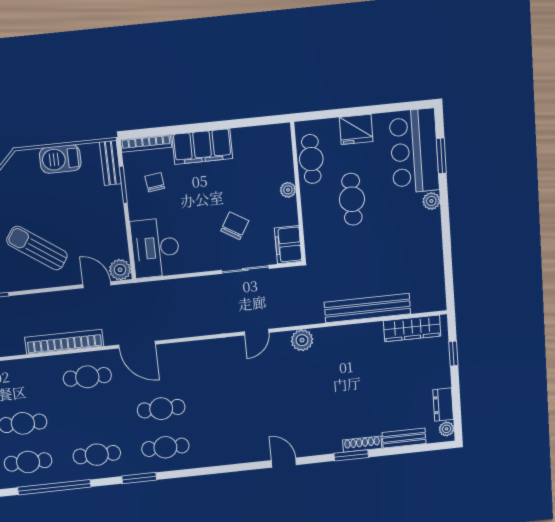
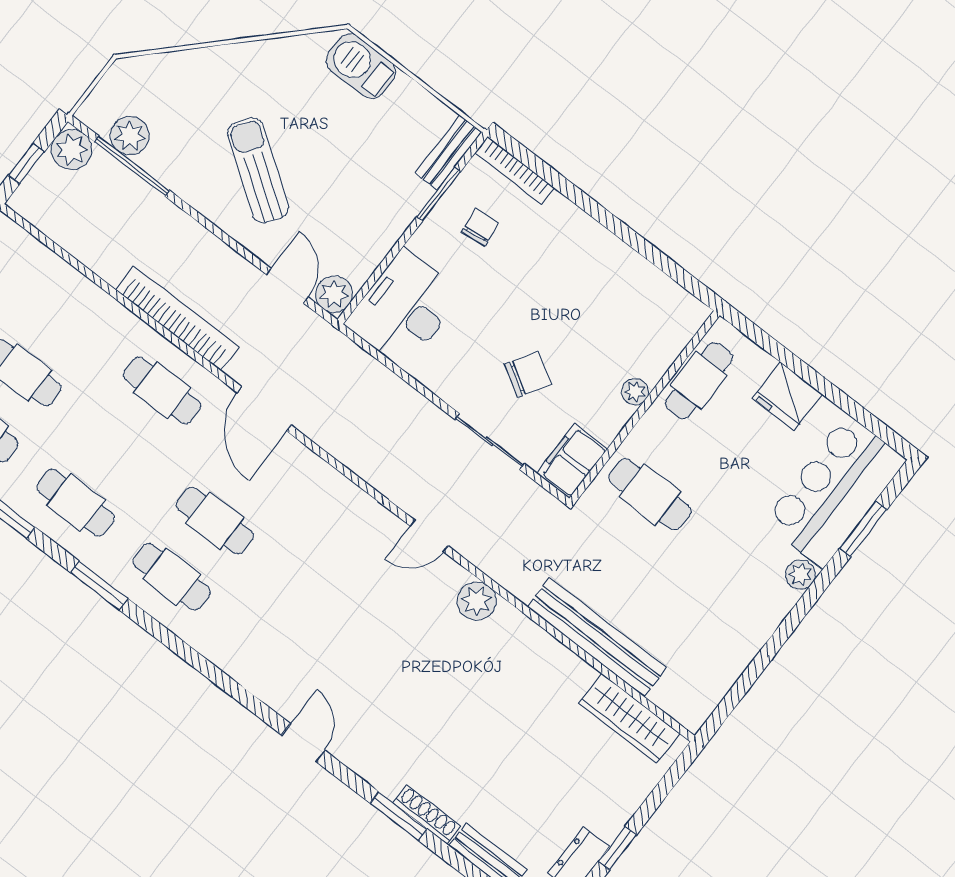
filing cabinet: (202, 147) -> (579, 239), removed
barbecue: (60, 159) -> (361, 66), moved
cafe table: (352, 199) -> (650, 494), moved, turned 90
window: (453, 354) -> (617, 848), moved

